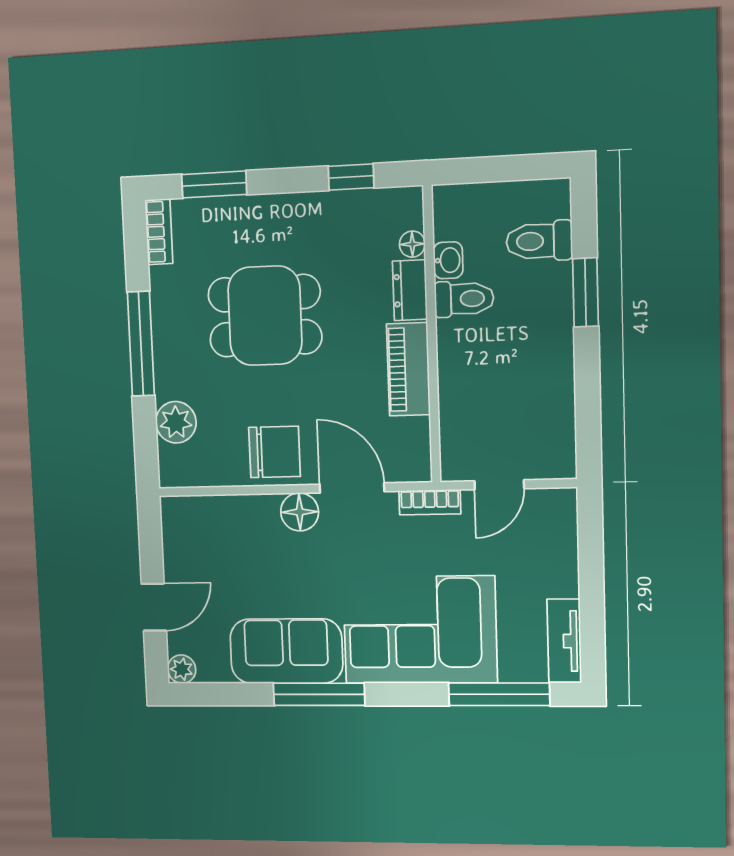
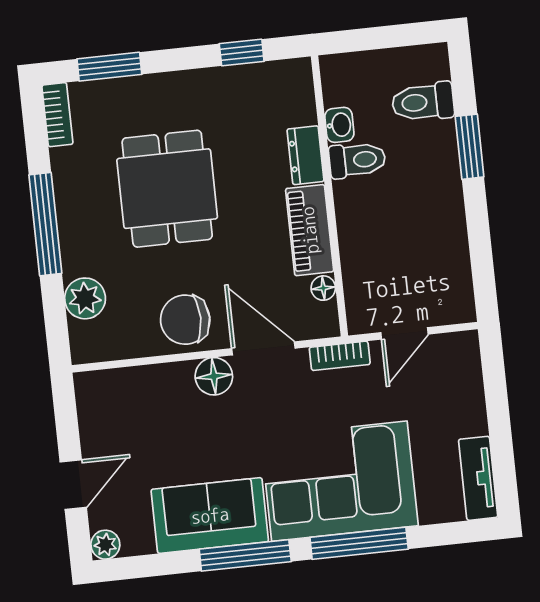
floor lamp: (412, 244) -> (323, 288), moved
dining table: (265, 316) -> (167, 189), turned 90
chair: (275, 452) -> (185, 320), turned 180
window: (499, 694) -> (359, 543), moved

